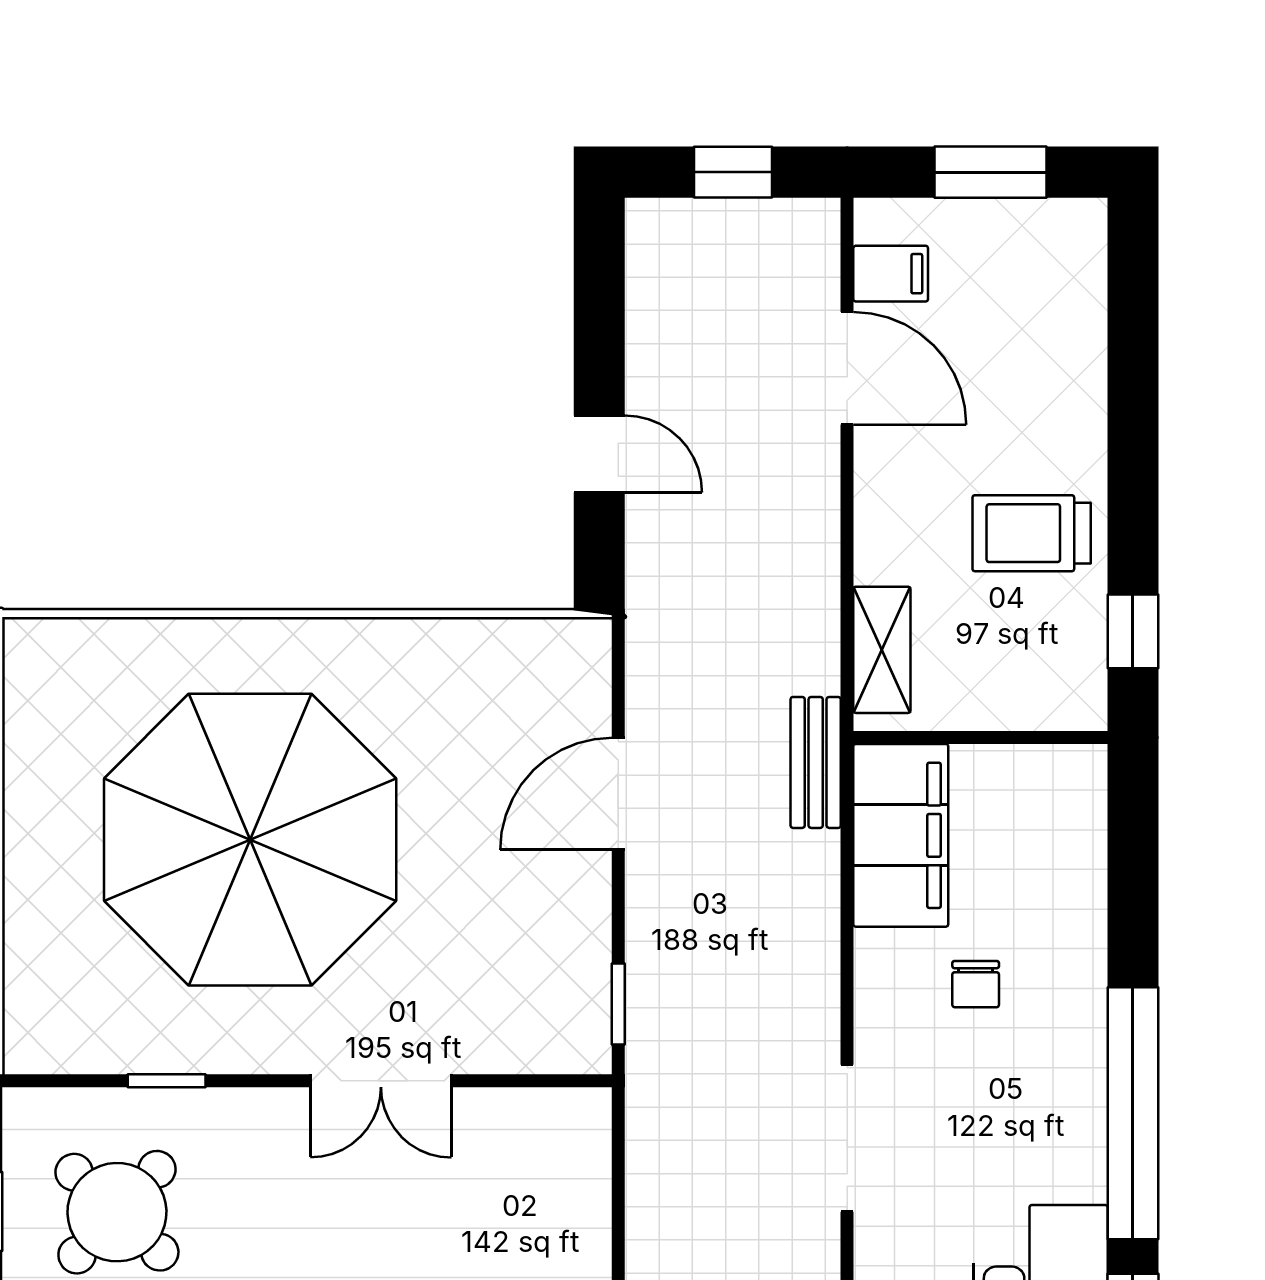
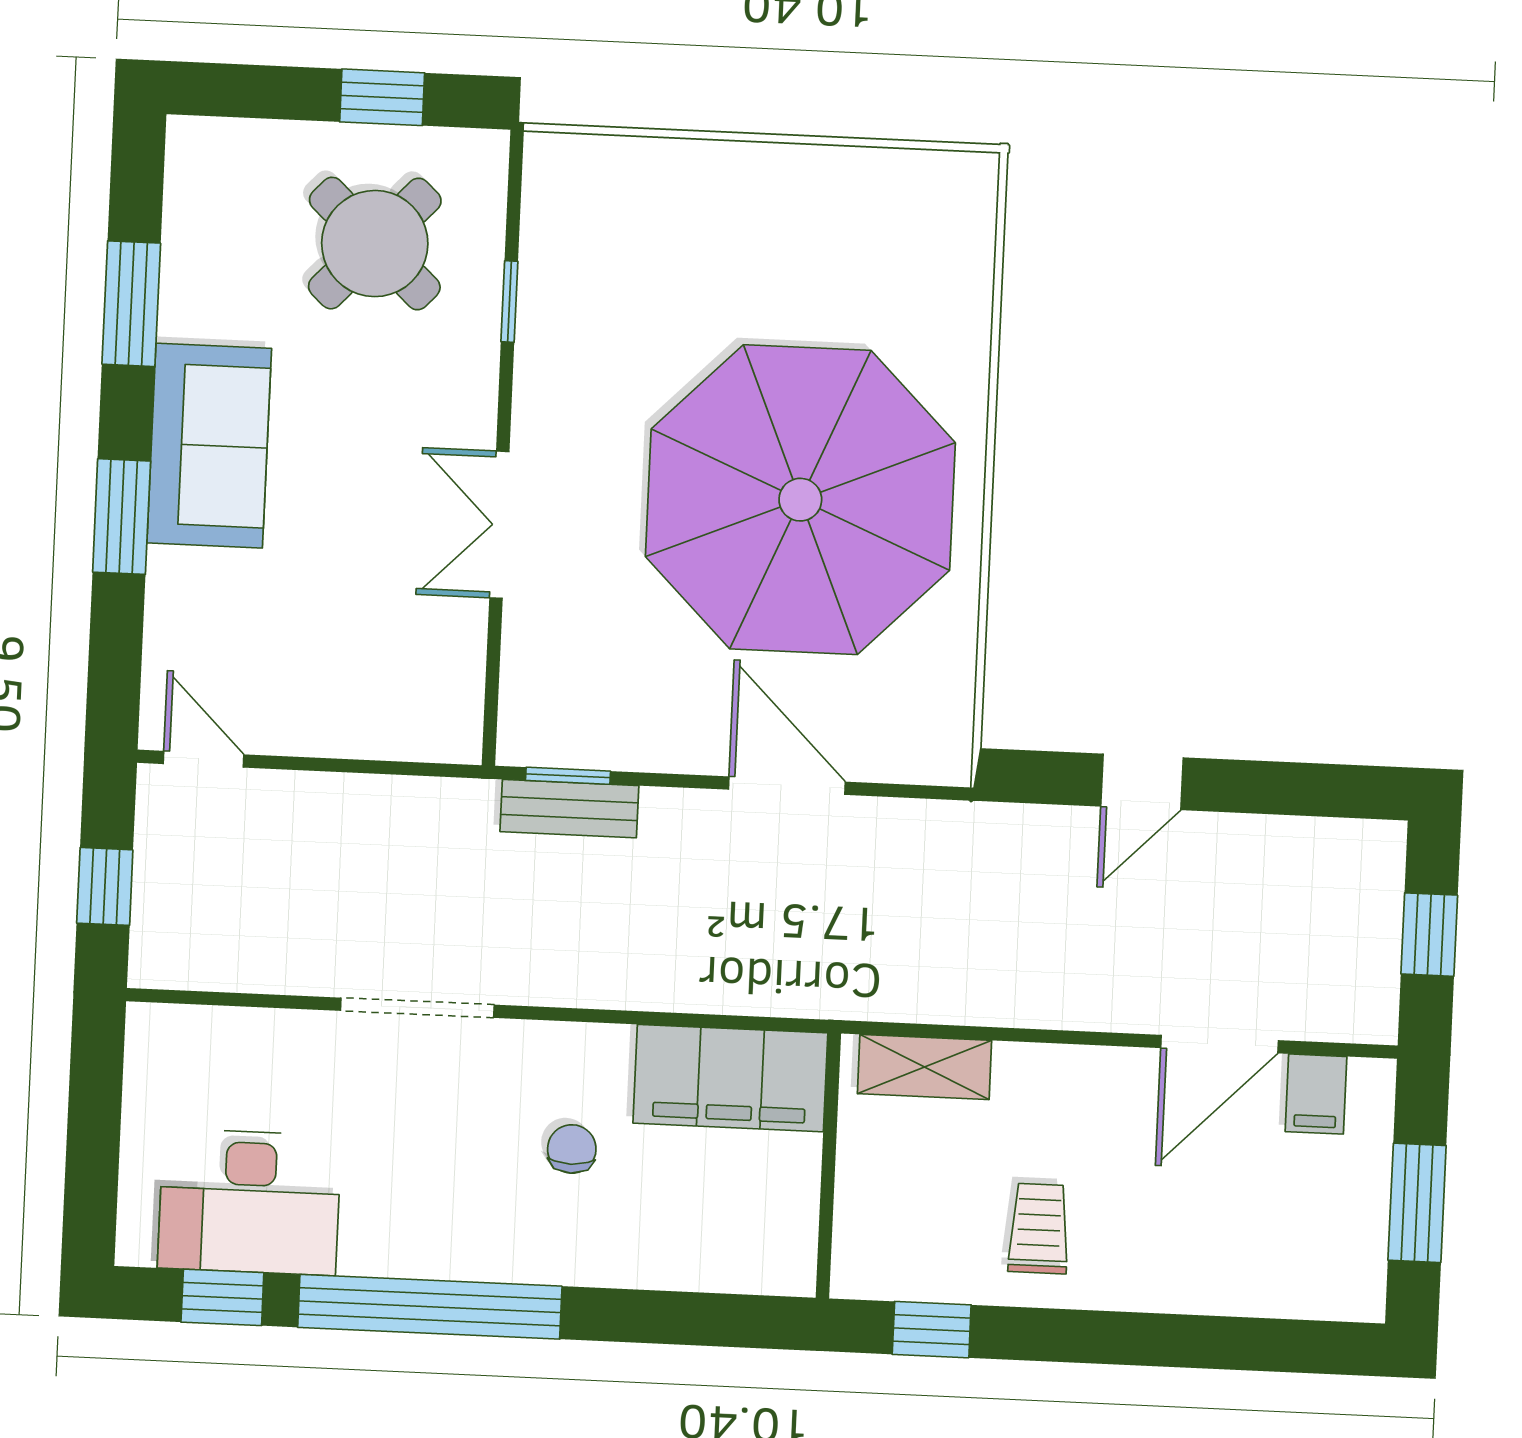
trolley: (1032, 533) -> (1039, 1229), width x0.73, depth x0.72
bench: (816, 762) -> (569, 809), moved
parasol: (250, 840) -> (800, 500), moved
chair: (976, 984) -> (572, 1149), turned 90

